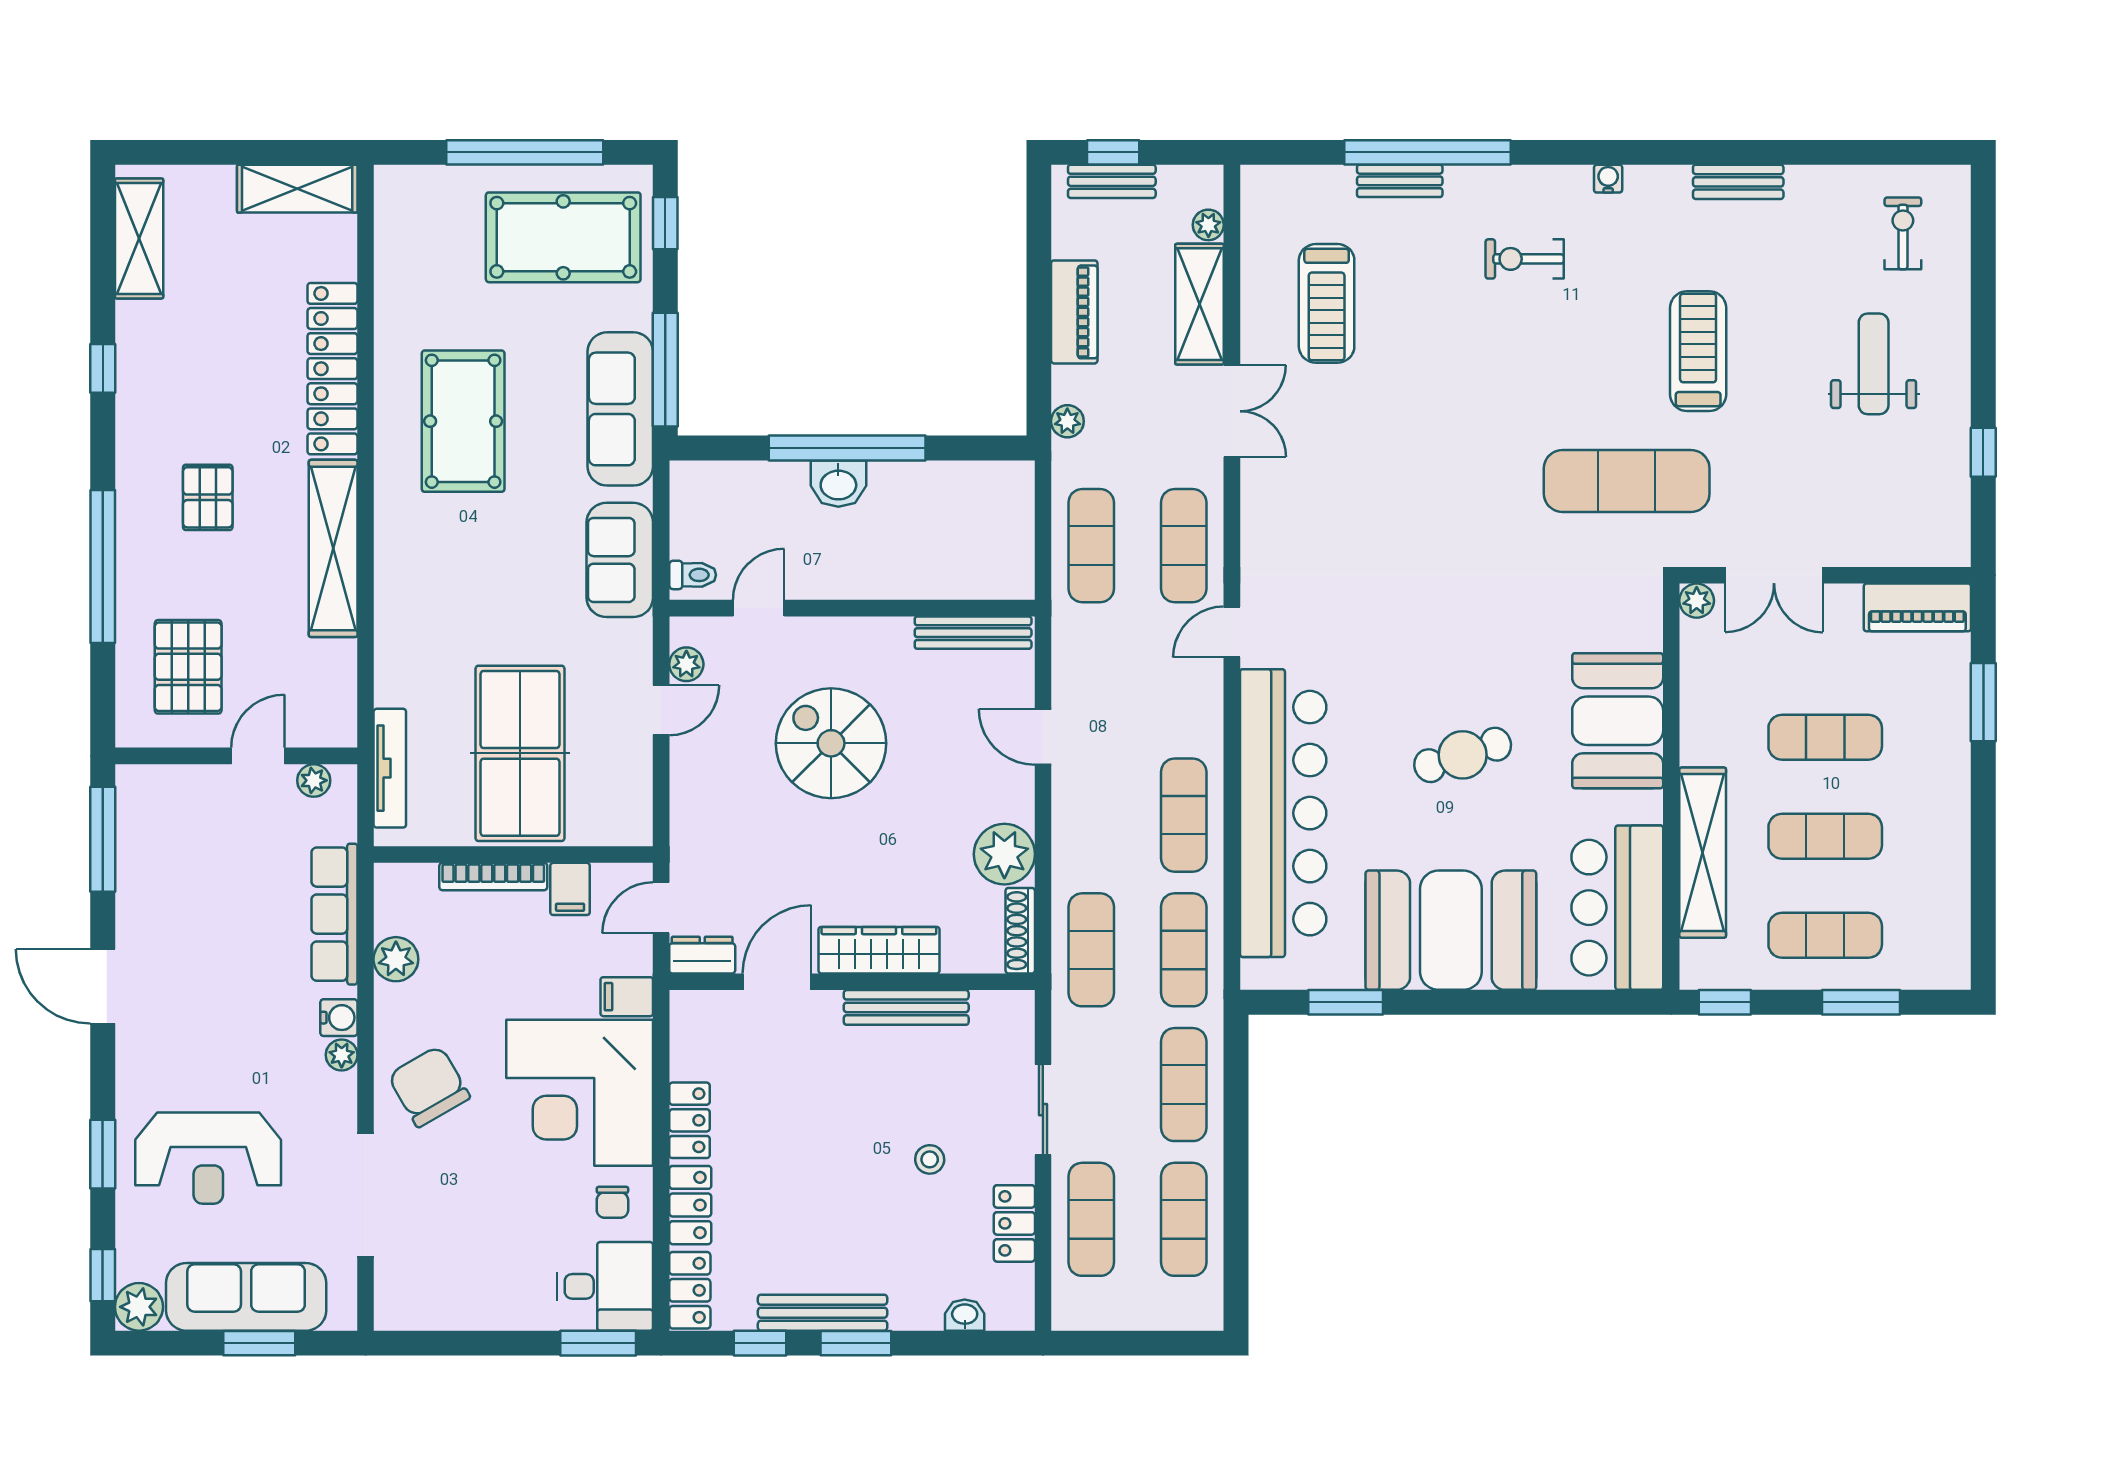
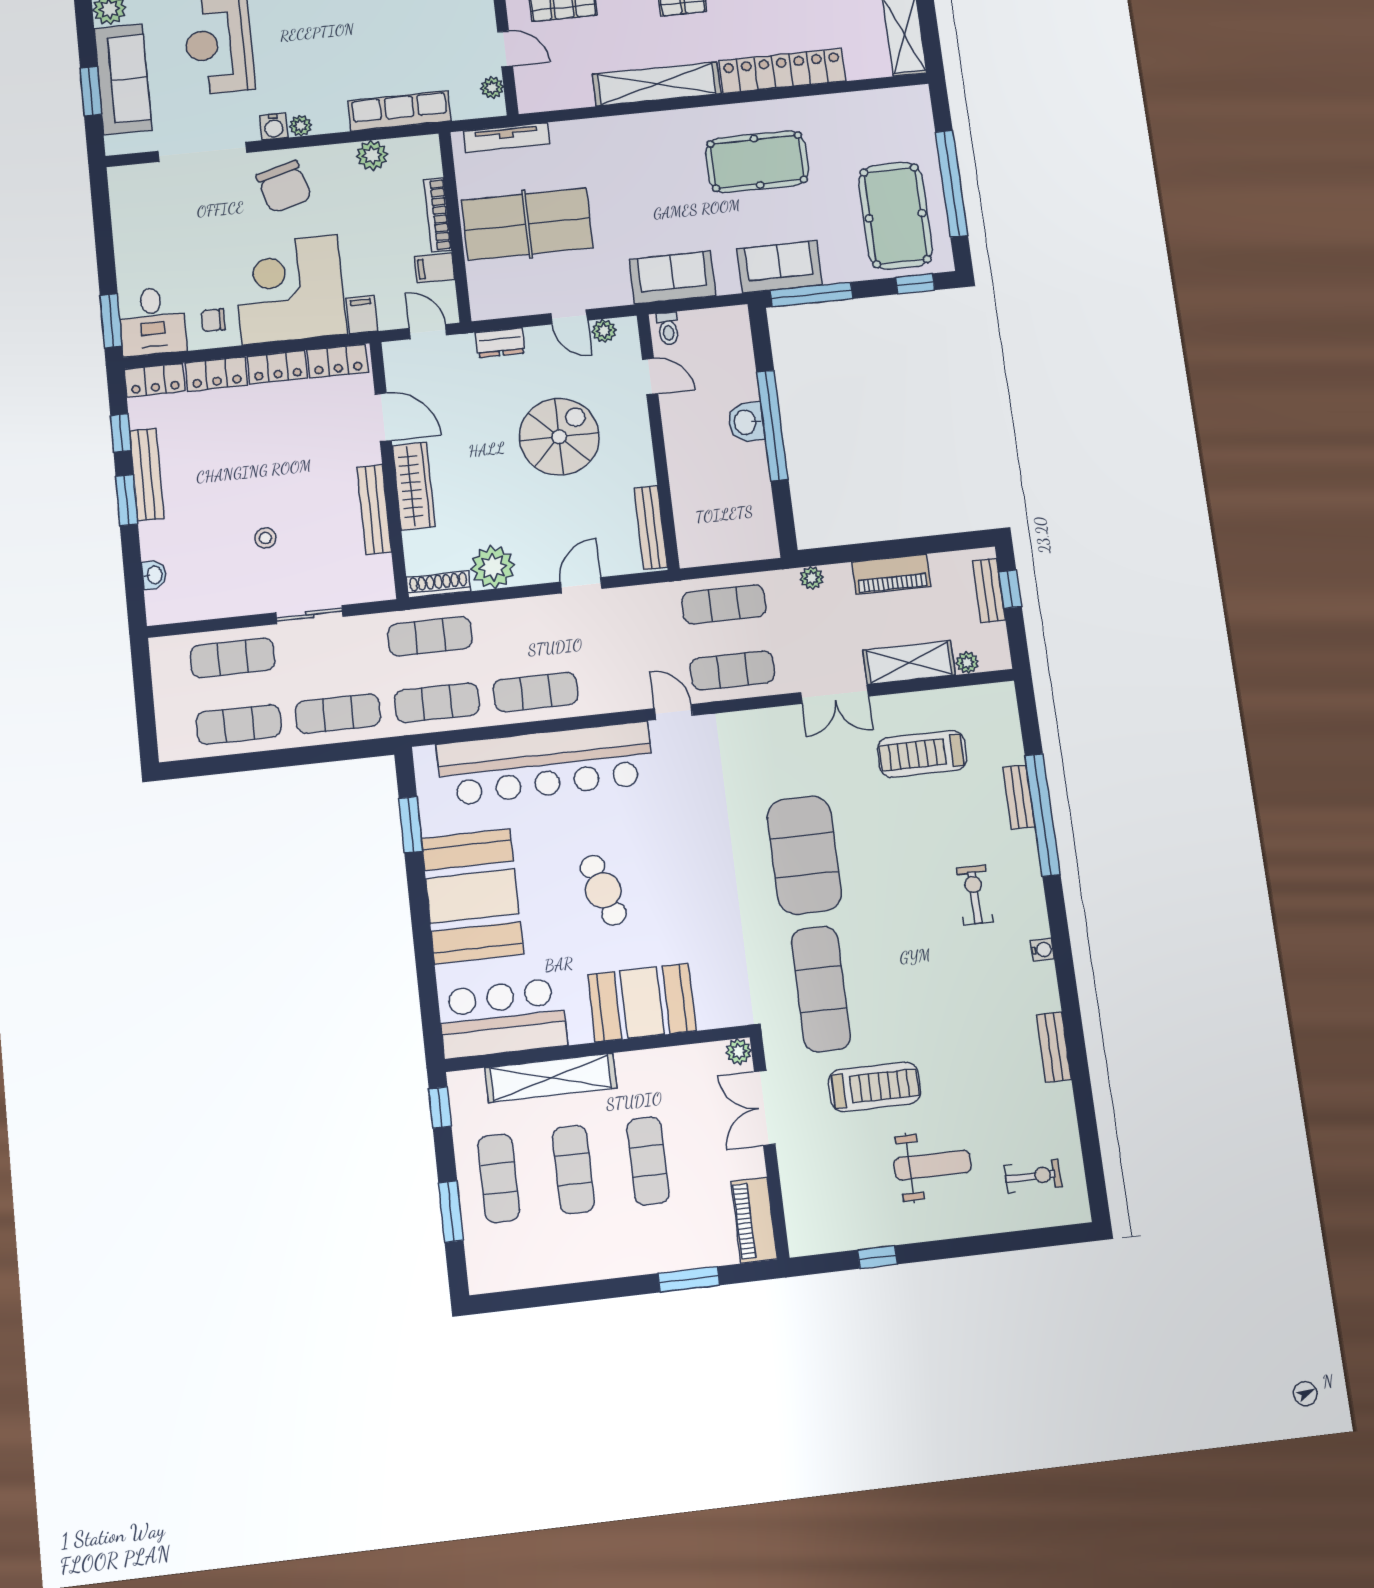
treadmill: (1698, 351) -> (874, 1087), moved
sofa: (620, 409) -> (780, 267), width x0.73
exercise mat: (1445, 480) -> (804, 855), added
dresser: (702, 955) -> (500, 343), moved, turned 90
water cooler: (339, 1018) -> (274, 127), moved
chair: (429, 1086) -> (284, 187), turned 104
locker: (1014, 1223) -> (338, 361), moved, turned 180

